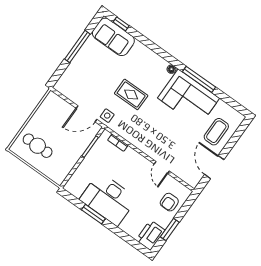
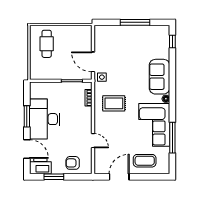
sofa: (113, 37) -> (159, 77), moved
window: (199, 79) -> (172, 138), moved
rug: (131, 94) -> (114, 103), moved, turned 90
door: (162, 168) -> (93, 141), swing flipped
door: (125, 236) -> (27, 149), added

